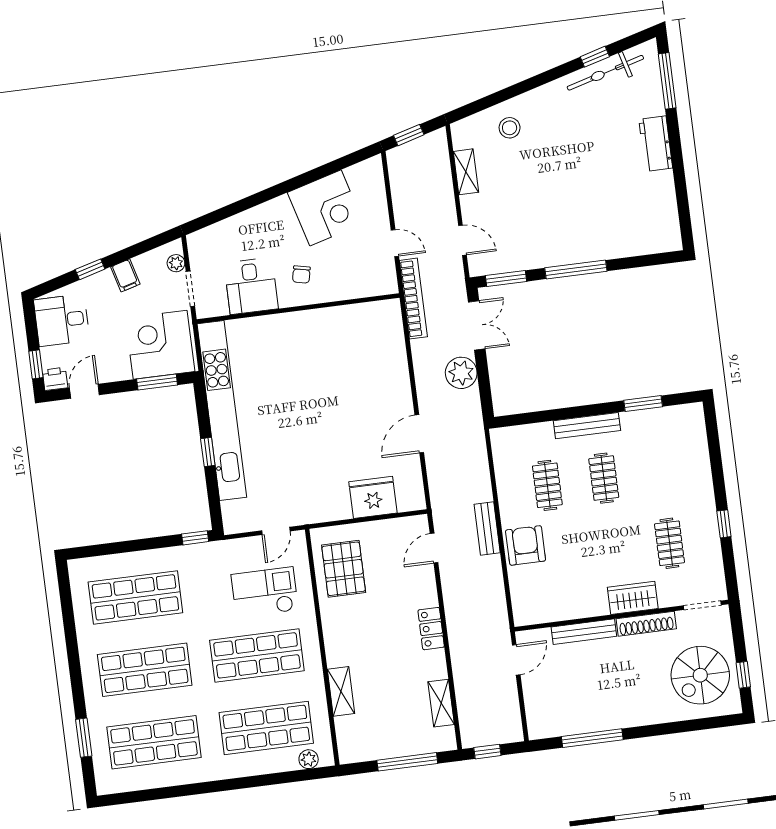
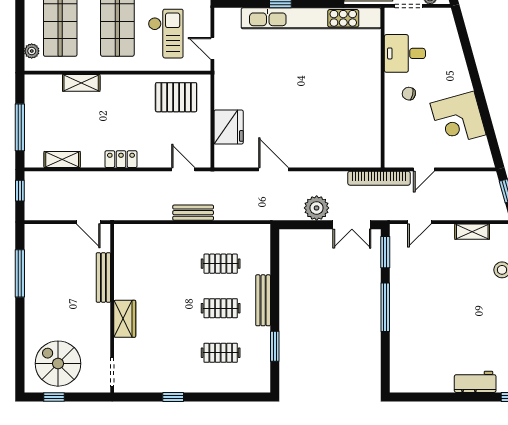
clothes rail: (669, 543) -> (221, 353), moved
armchair: (526, 545) -> (176, 241), removed
shoe rack: (646, 624) -> (103, 327), removed

